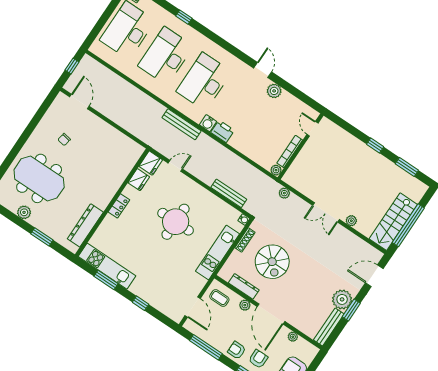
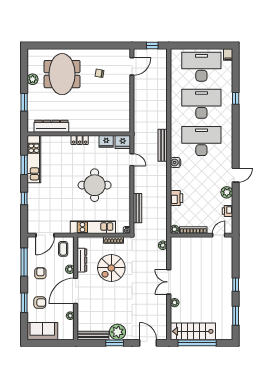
printer: (294, 103) -> (227, 211), added
printer: (223, 131) -> (176, 198), moved
armchair: (237, 350) -> (40, 273), moved

